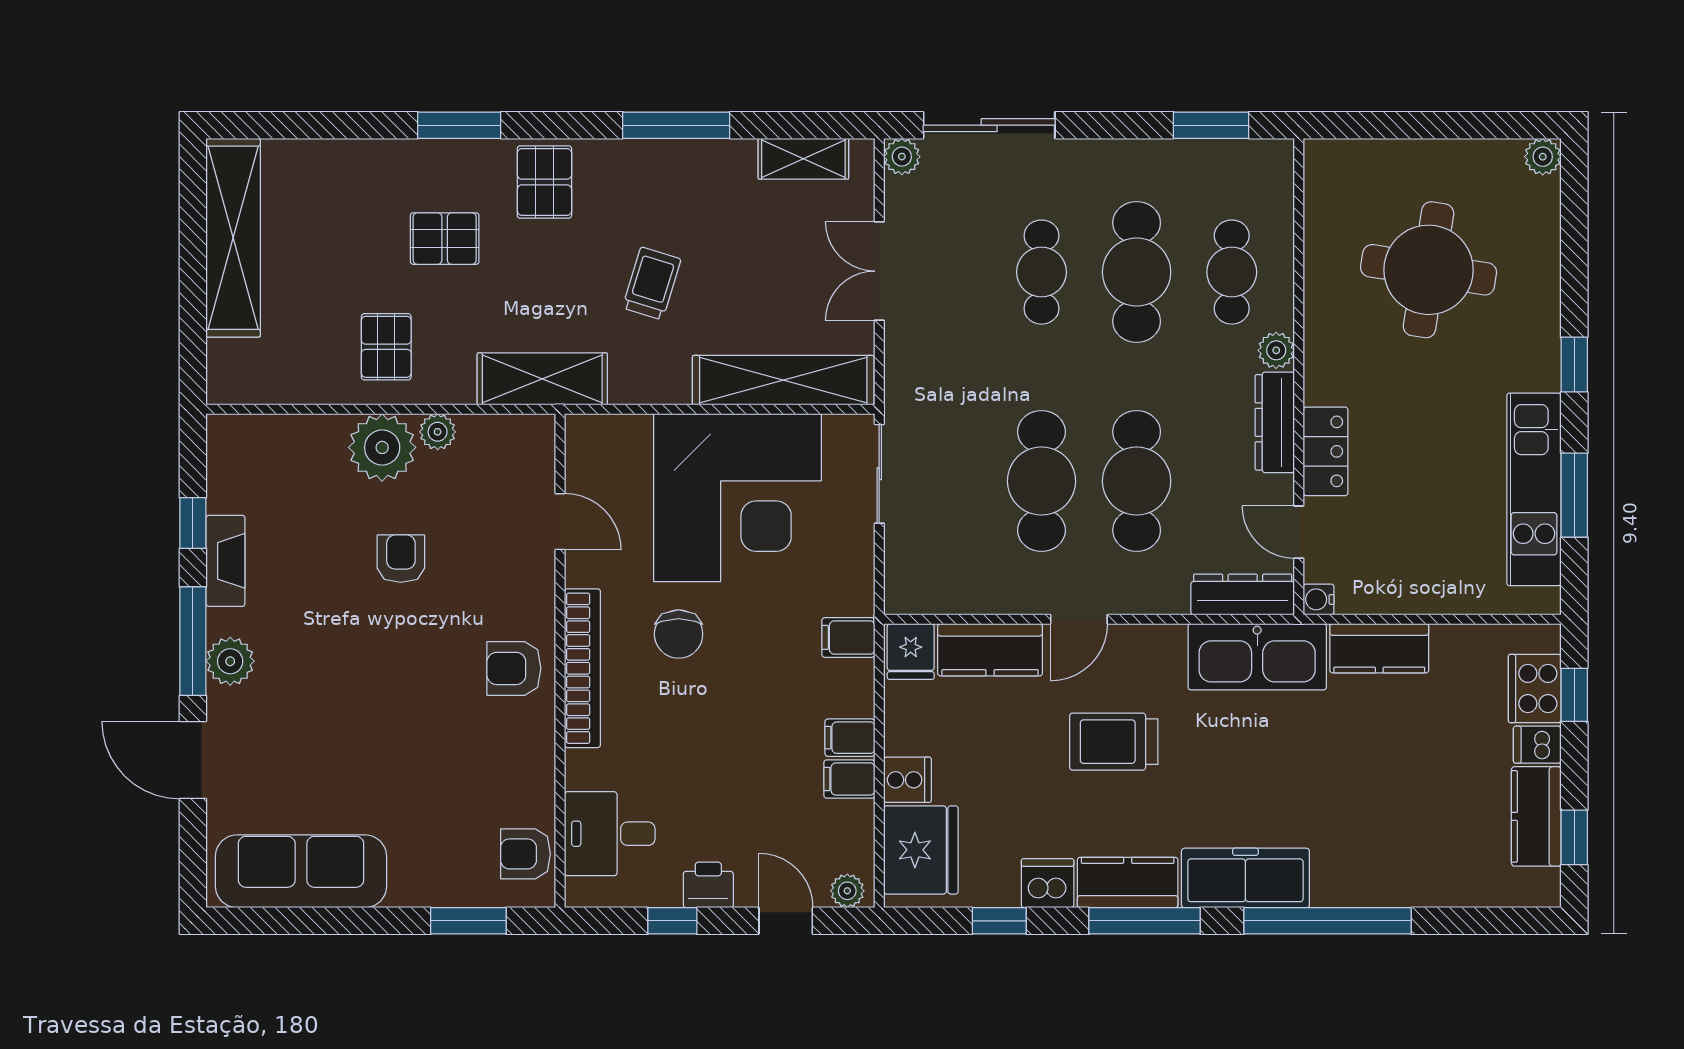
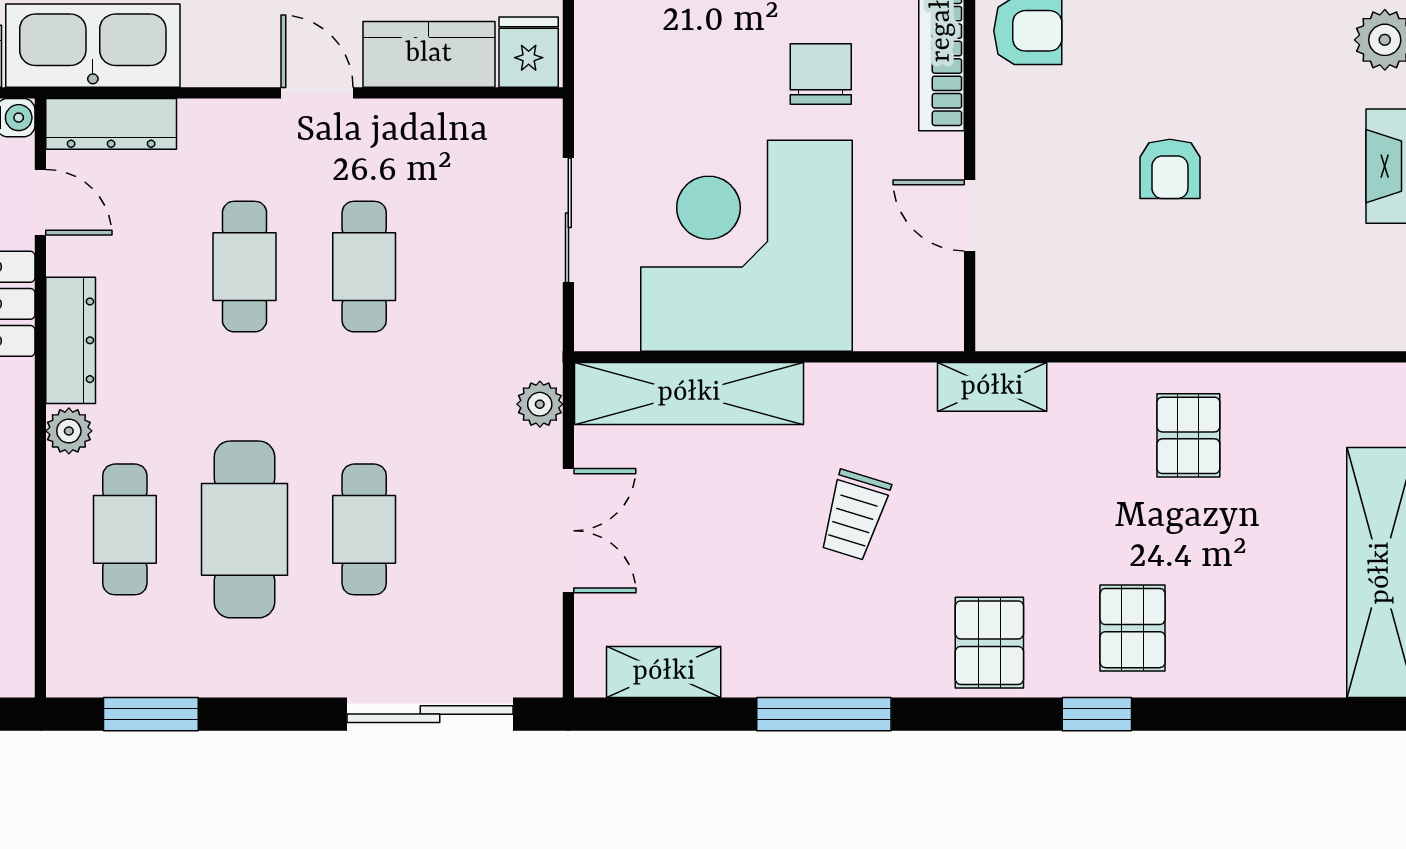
window: (459, 125) -> (1097, 714), width x0.67
plant: (902, 157) -> (540, 404), moved
pallet: (445, 239) -> (1133, 628), moved, turned 90
shelving: (542, 379) -> (992, 387), width x0.67, depth x0.75
plant: (438, 432) -> (1124, 328), removed
plant: (382, 447) -> (1194, 309), removed
sliding door: (879, 474) -> (568, 220), moved
cafe table: (1041, 481) -> (364, 267), width x0.73, depth x0.74
cafe table: (1137, 481) -> (244, 267), width x0.73, depth x0.74
door: (1079, 619) -> (317, 93), hinge flipped
filing cabinet: (848, 637) -> (607, 70), removed

